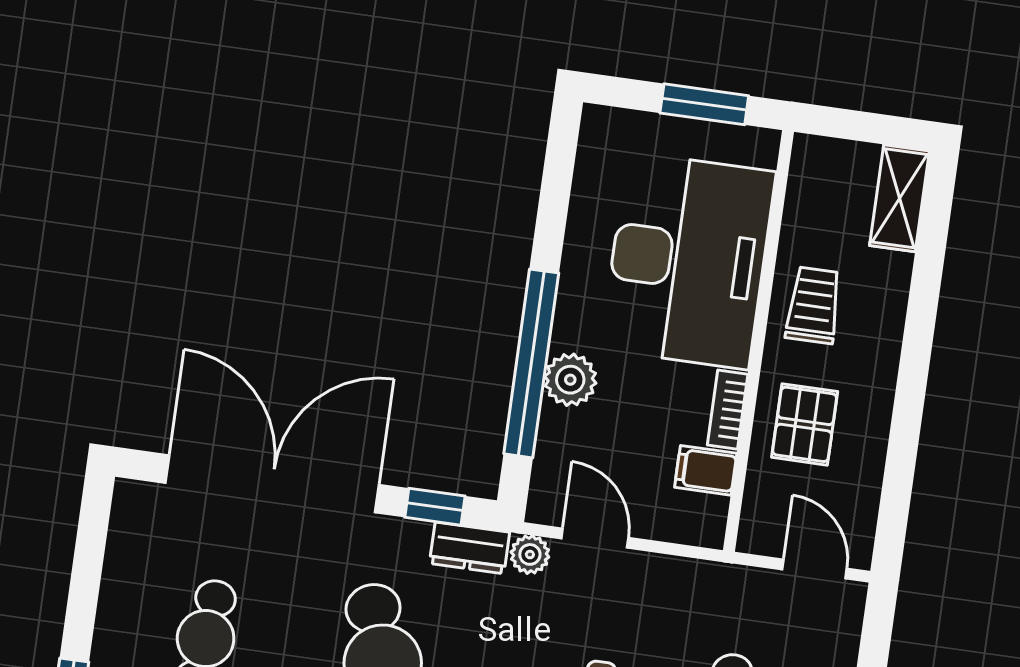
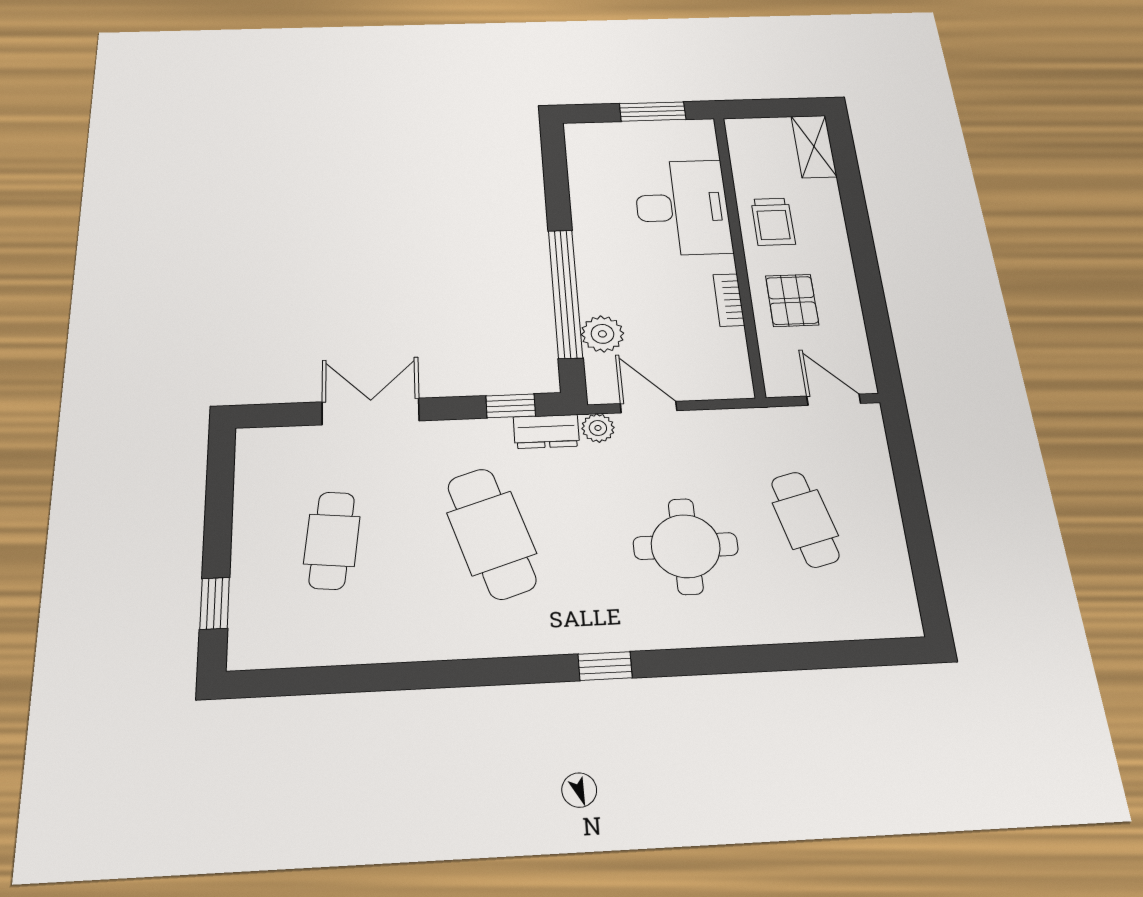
desk: (688, 261) -> (682, 207), width x0.73, depth x0.77
trolley: (814, 305) -> (773, 222), turned 180
plant: (570, 380) -> (602, 334), moved
filing cabinet: (706, 470) -> (724, 344), removed
double door: (272, 484) -> (371, 411), width x0.54

